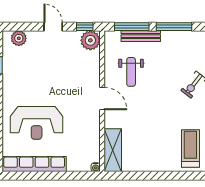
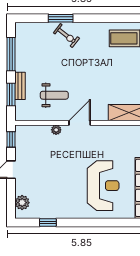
window: (132, 27) -> (11, 95), width x0.69
bench: (141, 36) -> (20, 86), width x0.73
plant: (90, 40) -> (56, 130), moved, width x0.53, depth x0.53

